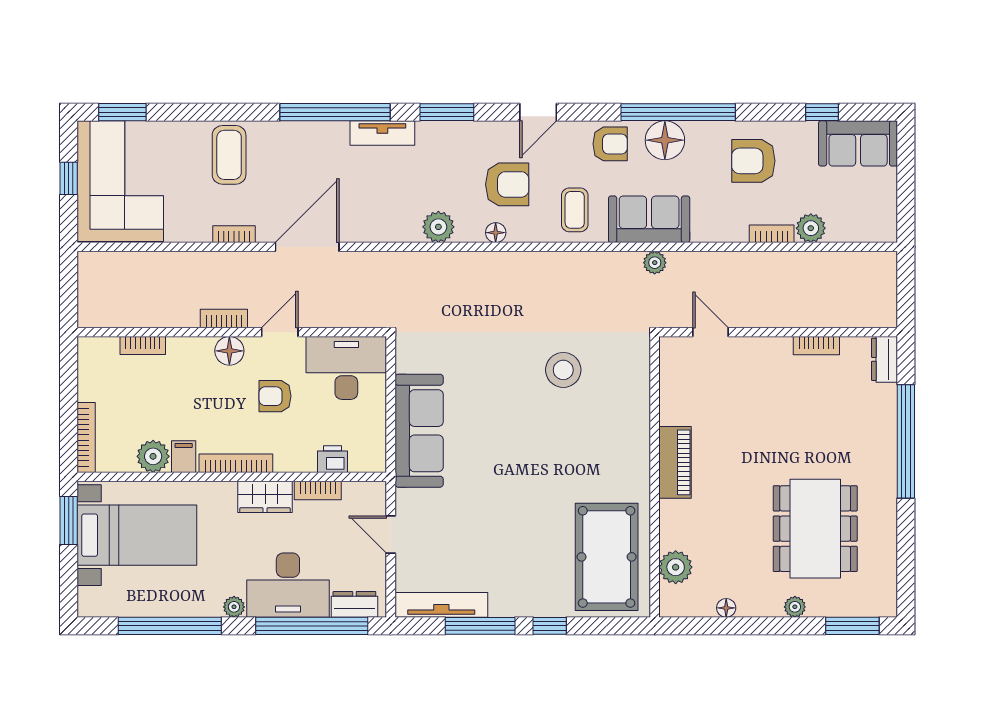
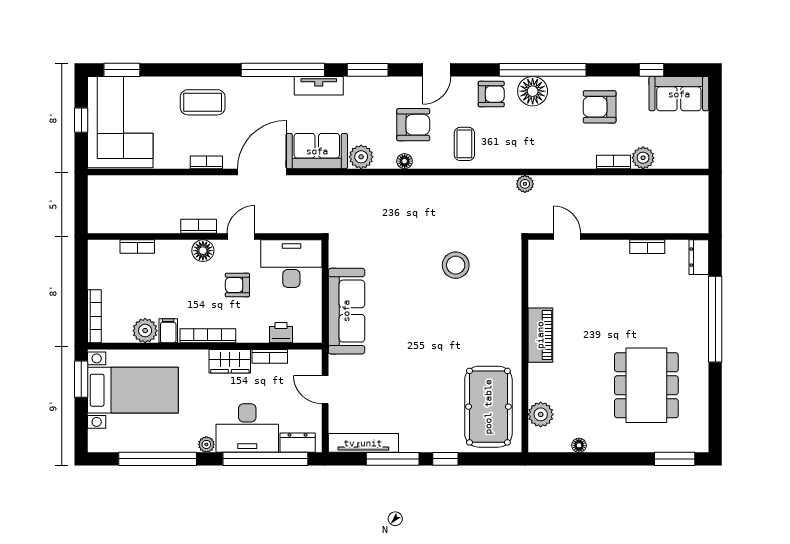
coffee table: (229, 155) -> (203, 102), turned 90
sofa: (649, 219) -> (317, 151), moved
plant: (795, 607) -> (631, 444), removed

